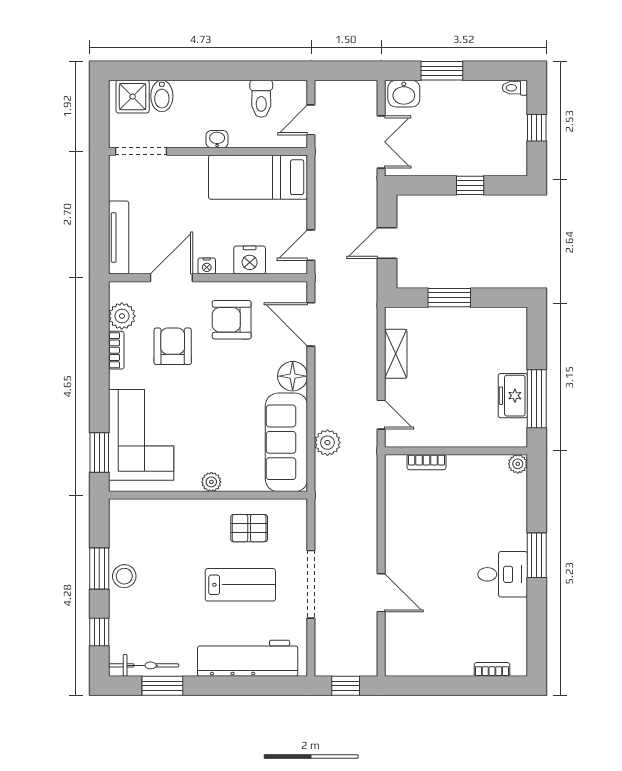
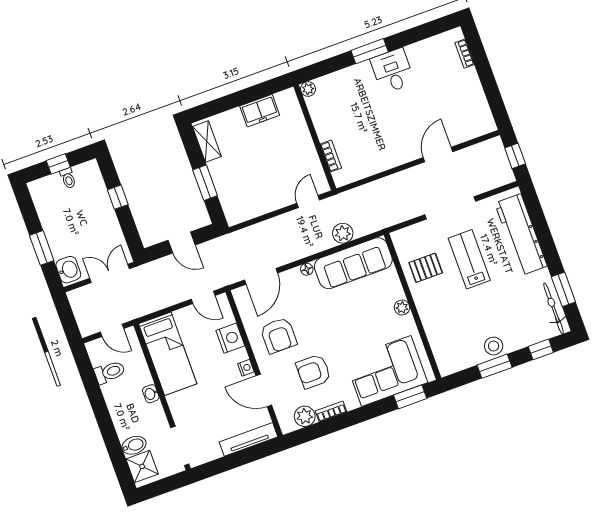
toilet: (515, 88) -> (68, 178), moved
shelving: (396, 354) -> (207, 142), moved, turned 90
floor lamp: (293, 376) -> (307, 269), width x0.53, depth x0.53
window: (537, 399) -> (256, 92), removed
pallet: (249, 528) -> (426, 268), turned 90

